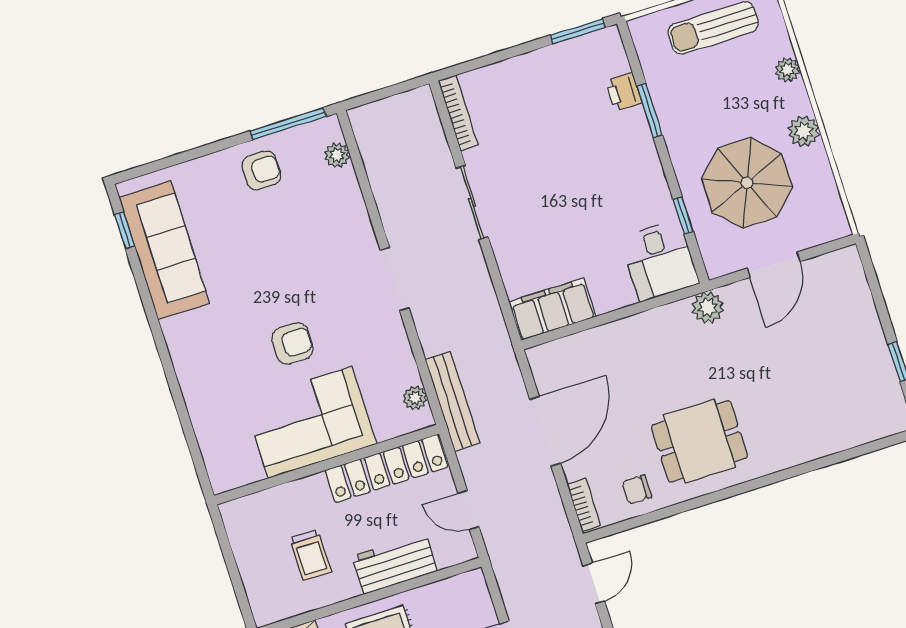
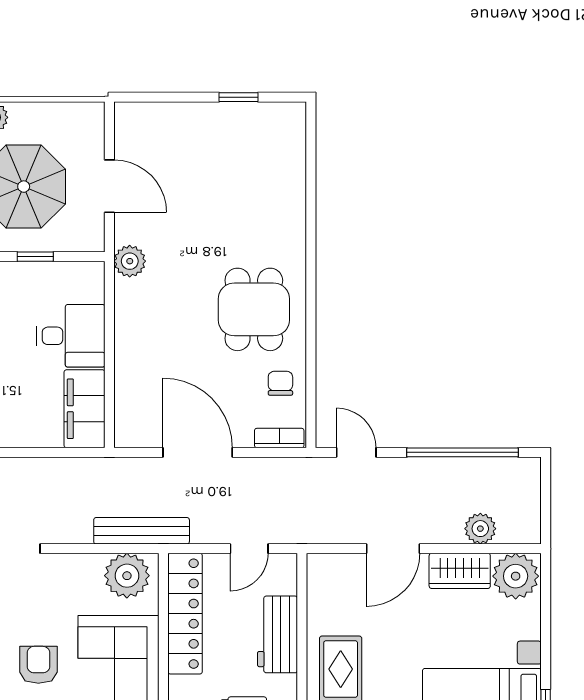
desk: (660, 261) -> (71, 336), moved
plant: (415, 398) -> (127, 576), width x1.88, depth x1.88
chair: (637, 489) -> (280, 383), turned 180

